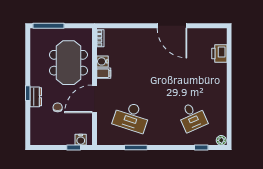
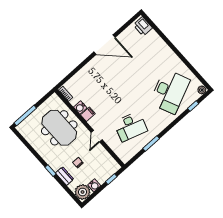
printer: (219, 54) -> (143, 26), moved
dresser: (36, 97) -> (65, 176), moved
door: (94, 99) -> (97, 136), width x0.53
desk: (192, 117) -> (170, 91), width x1.87, depth x1.30
plant: (39, 136) -> (83, 192), added
water cooler: (81, 140) -> (94, 185), moved

